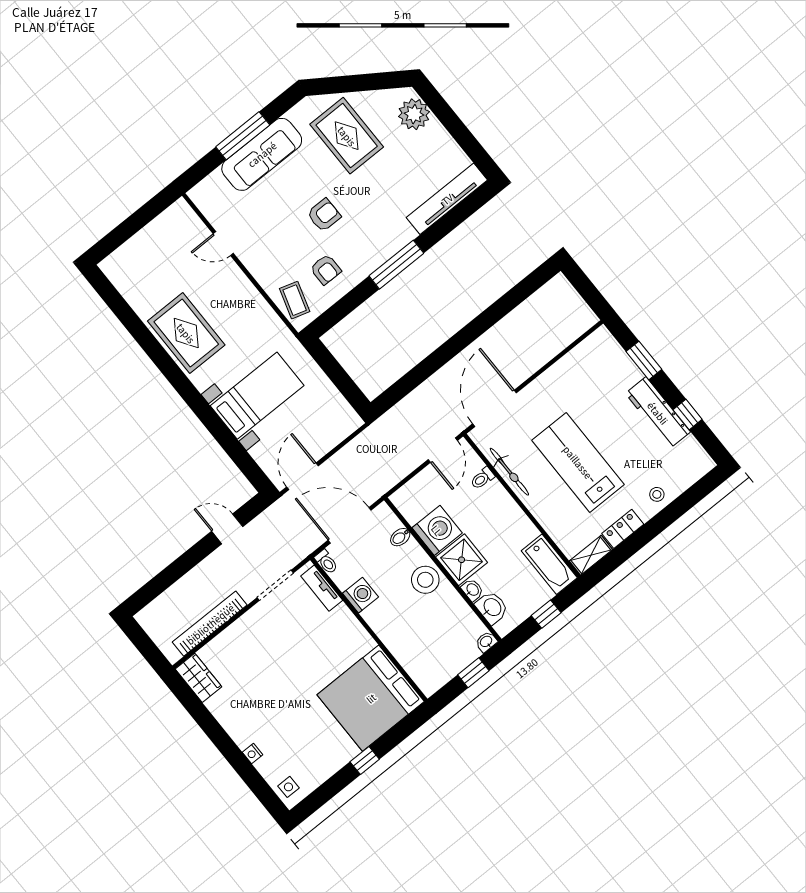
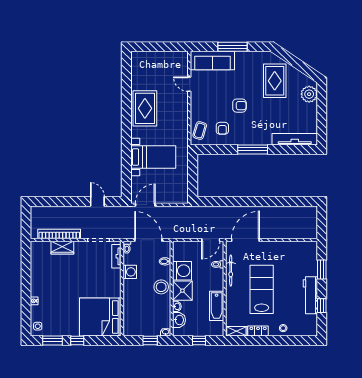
sofa: (262, 154) -> (212, 61), moved
bathtub: (549, 564) -> (217, 306), moved
wardrobe: (198, 678) -> (62, 248), moved, turned 90
window: (328, 790) -> (53, 340), added

